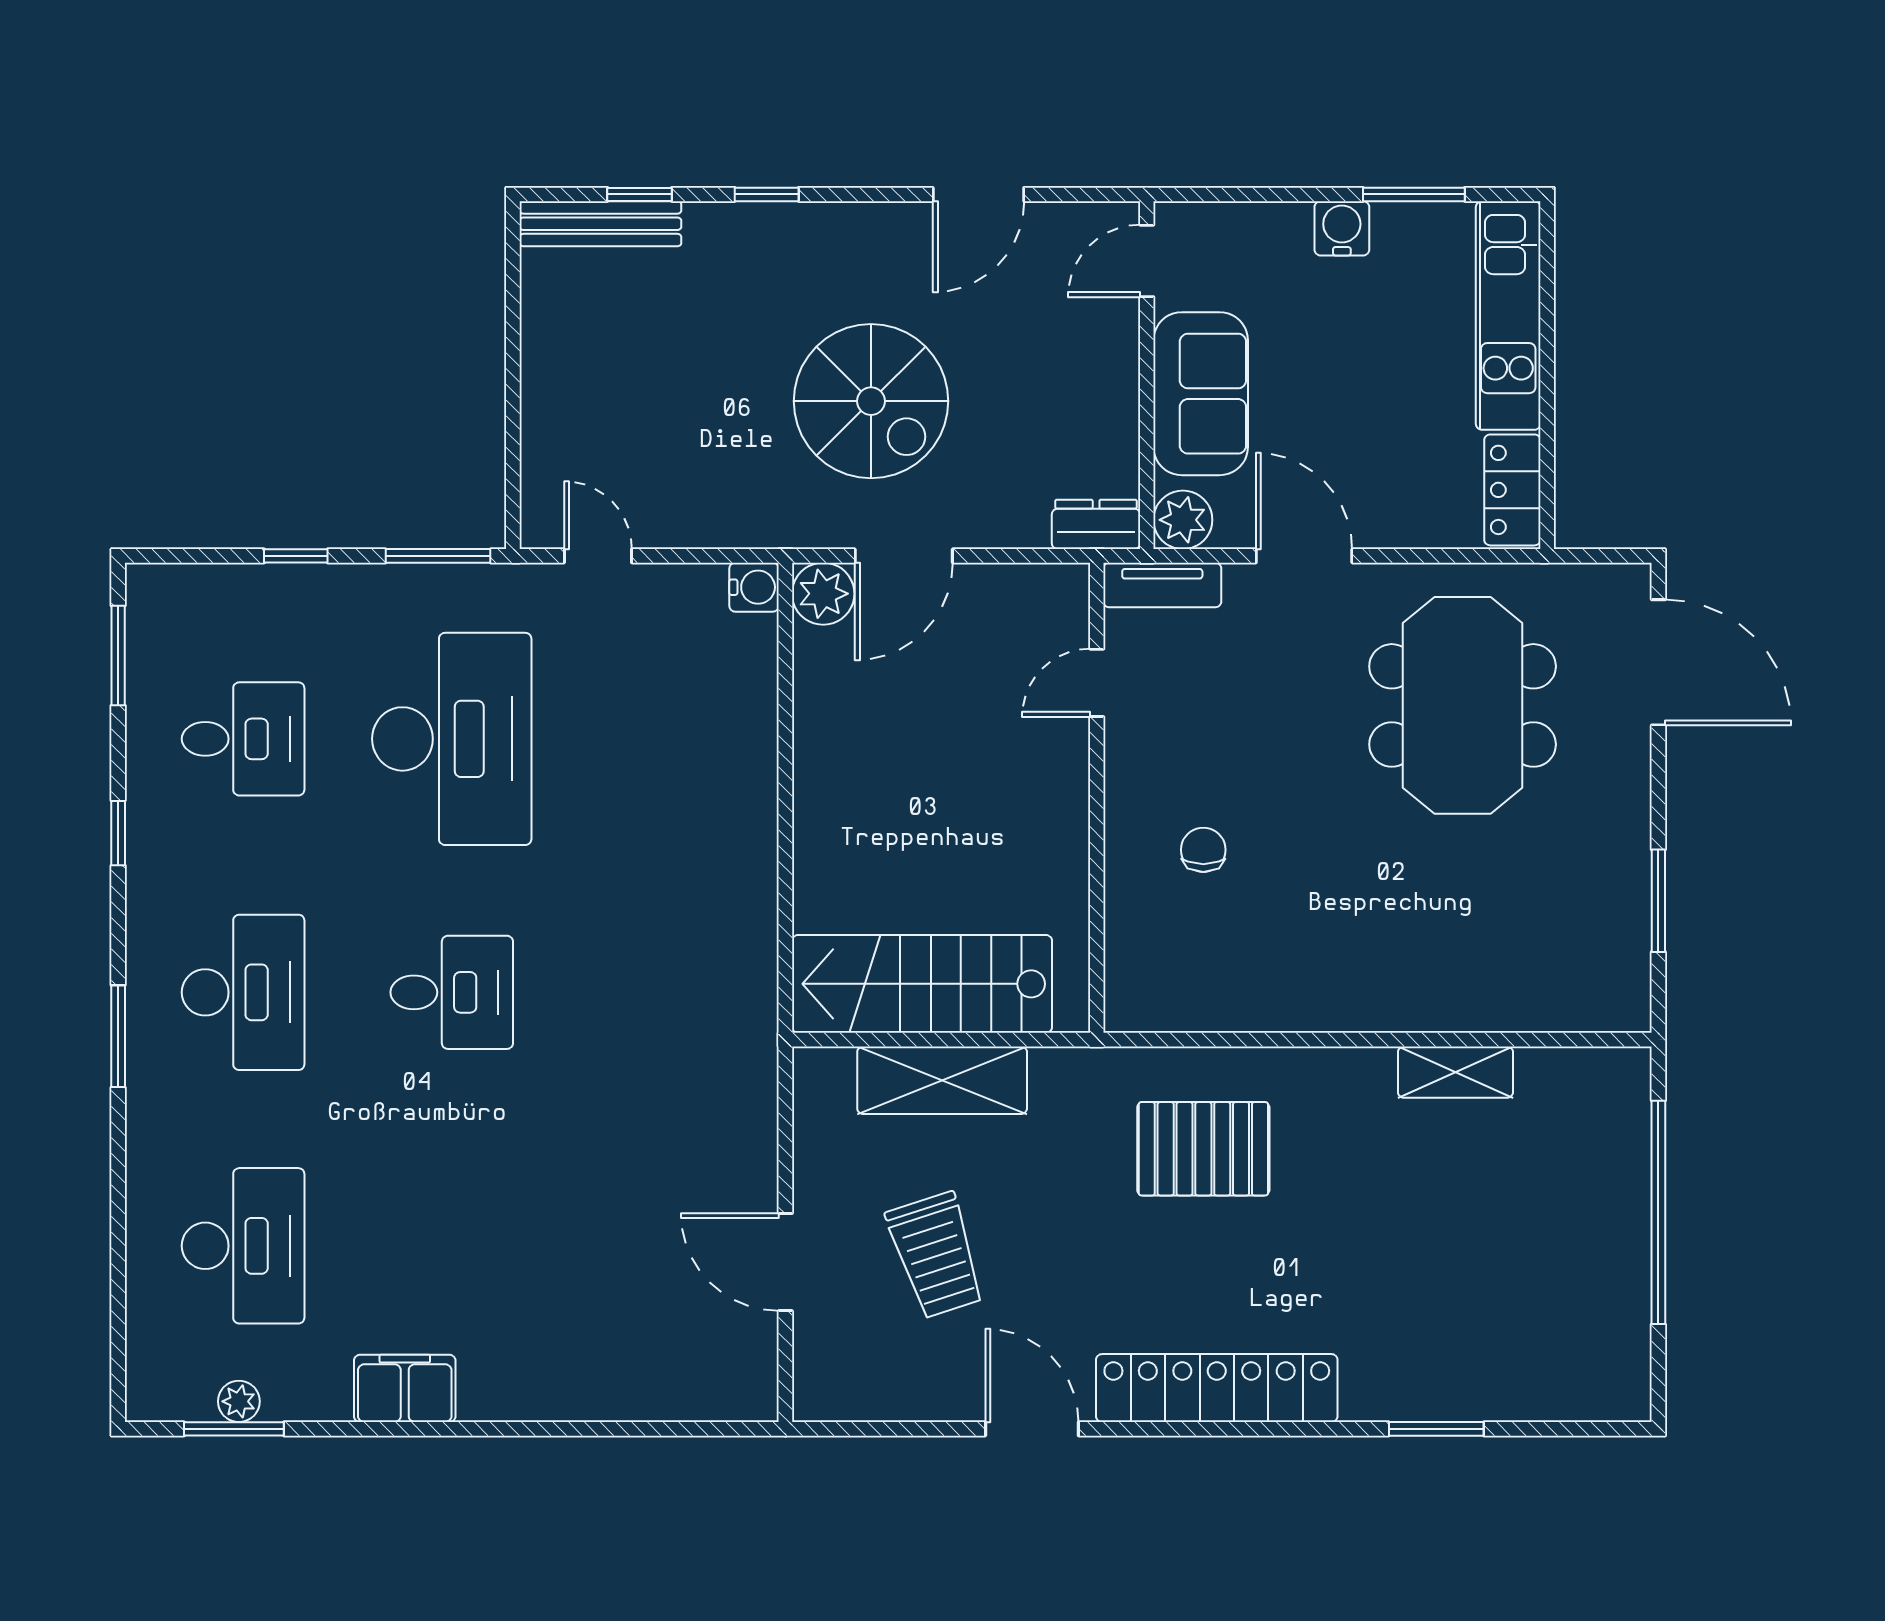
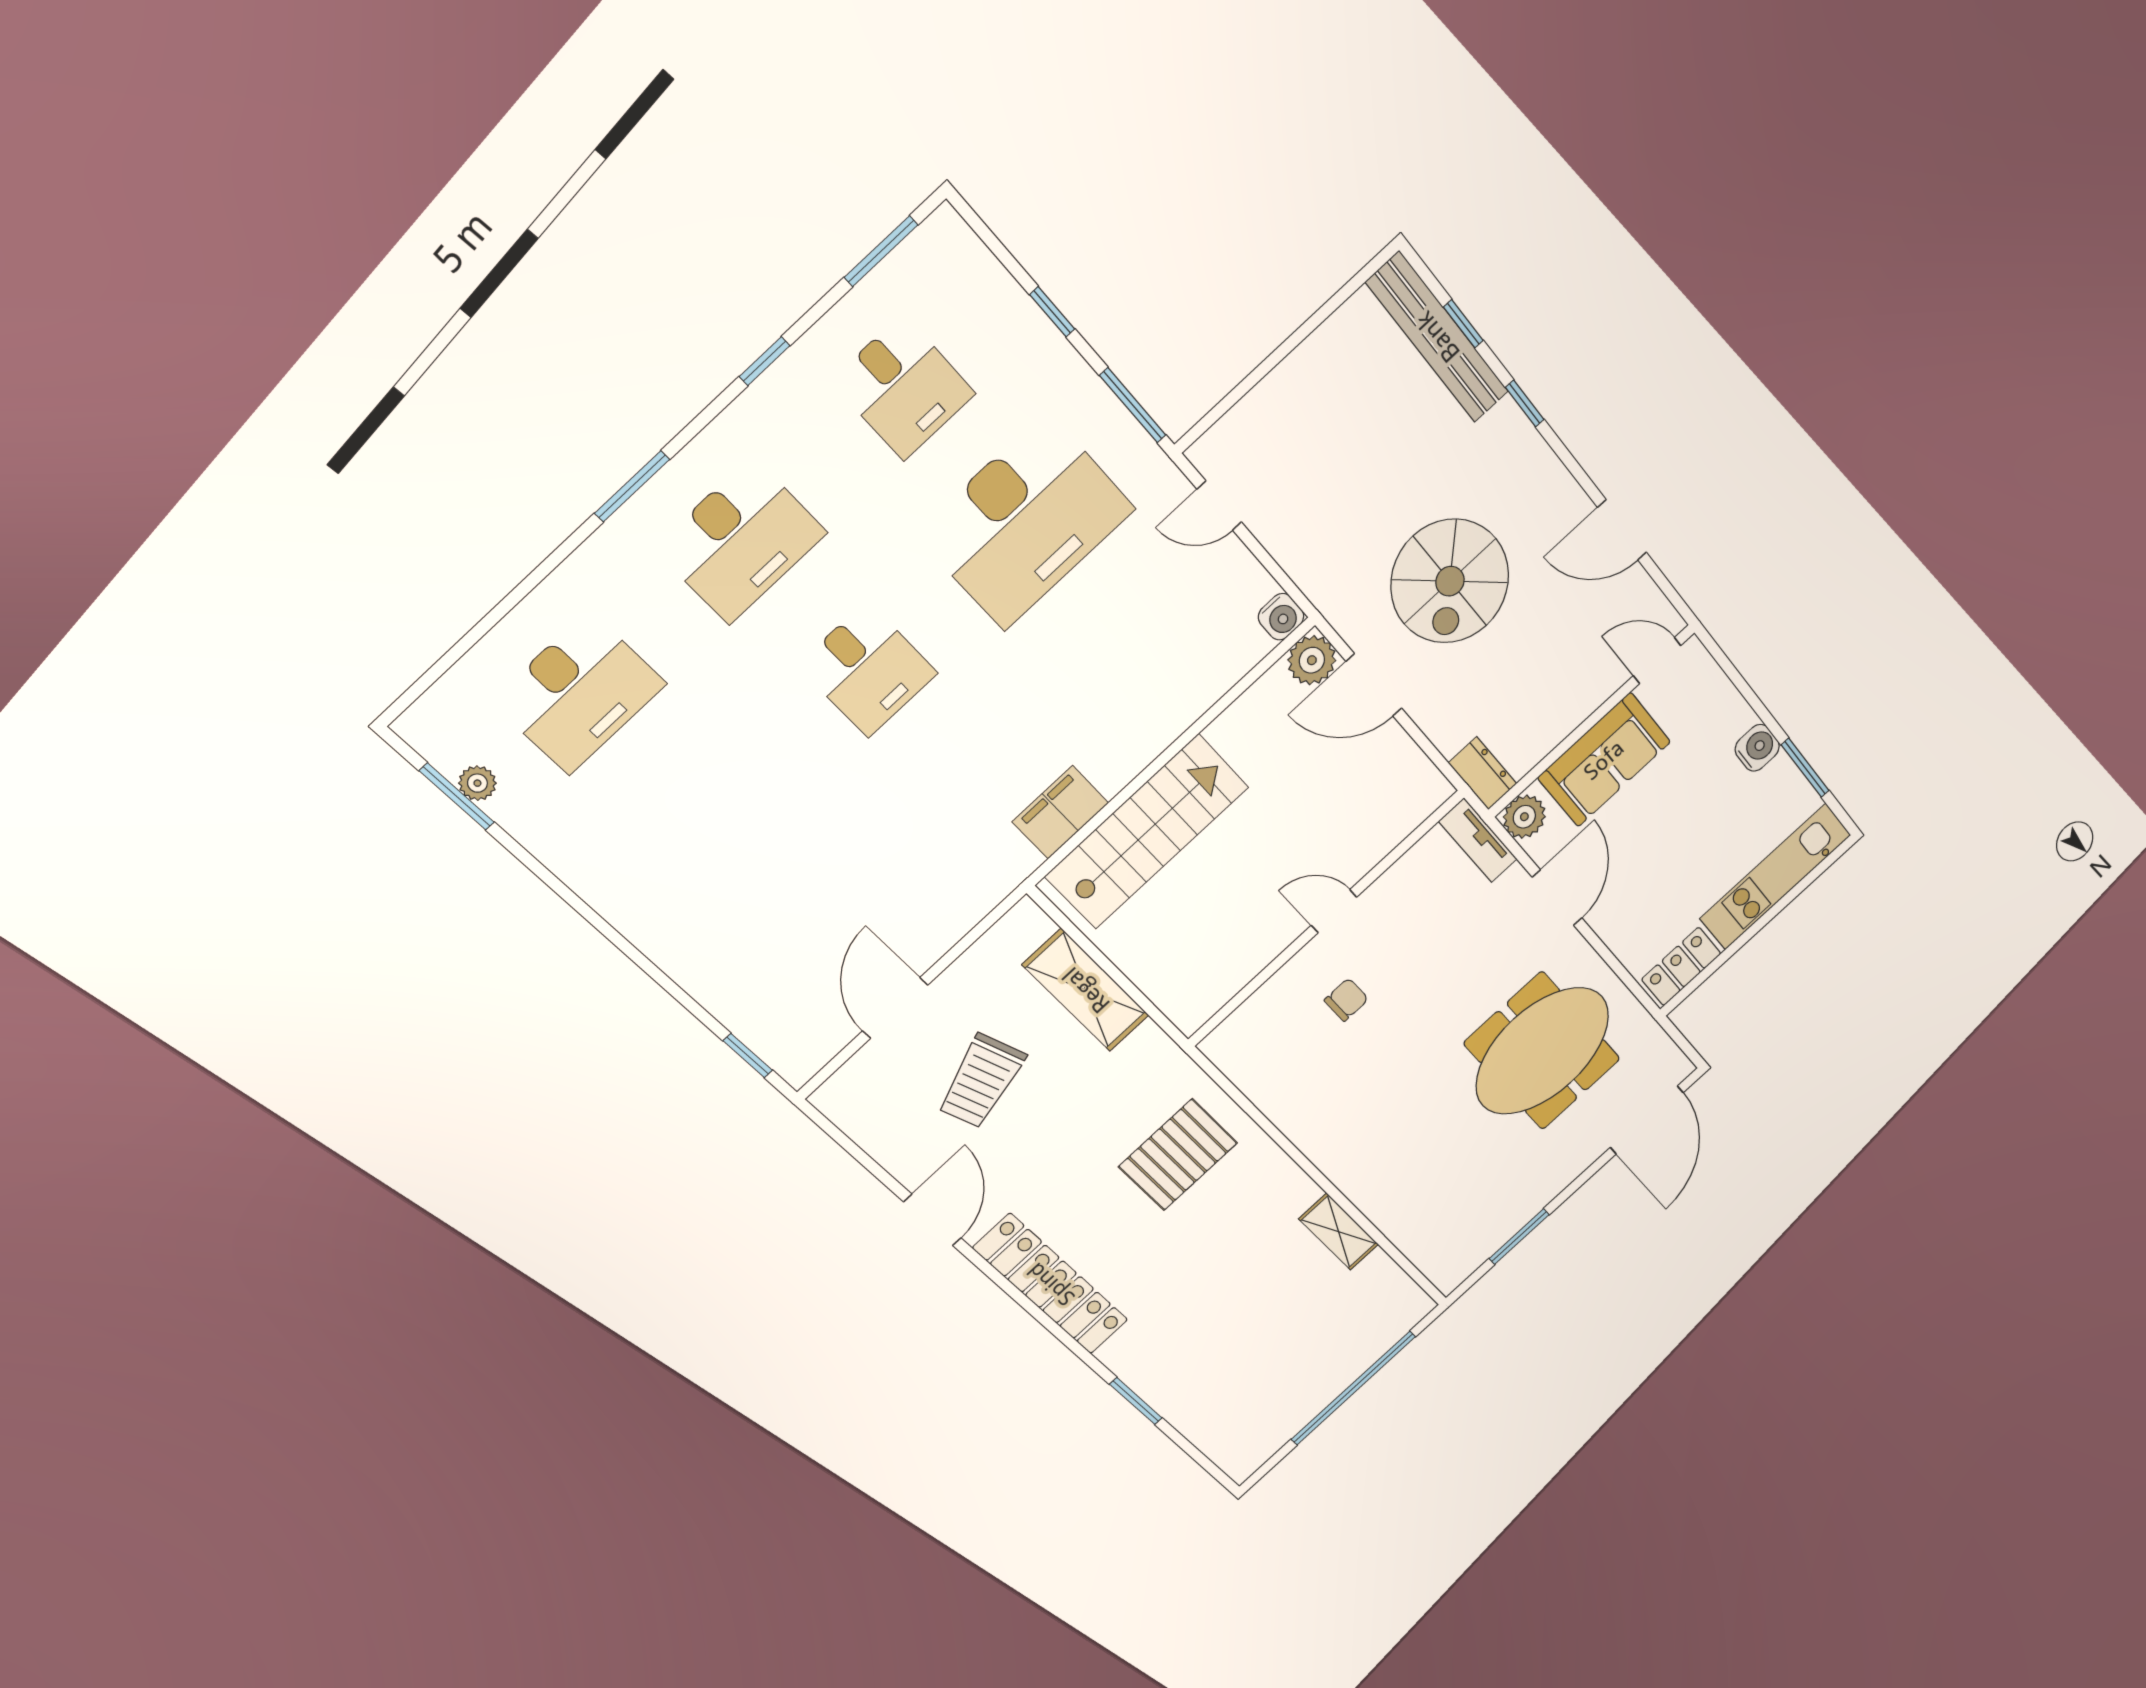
bench: (600, 224) -> (1438, 337), width x1.37, depth x1.21
door: (598, 556) -> (1219, 506), swing flipped
door: (1097, 683) -> (1334, 911), moved
stairs: (922, 984) -> (1147, 832), moved, turned 90
pallet: (1203, 1149) -> (1178, 1155), turned 90
filing cabinet: (405, 1388) -> (1060, 812), moved, turned -90
window: (700, 1429) -> (748, 1056), added

